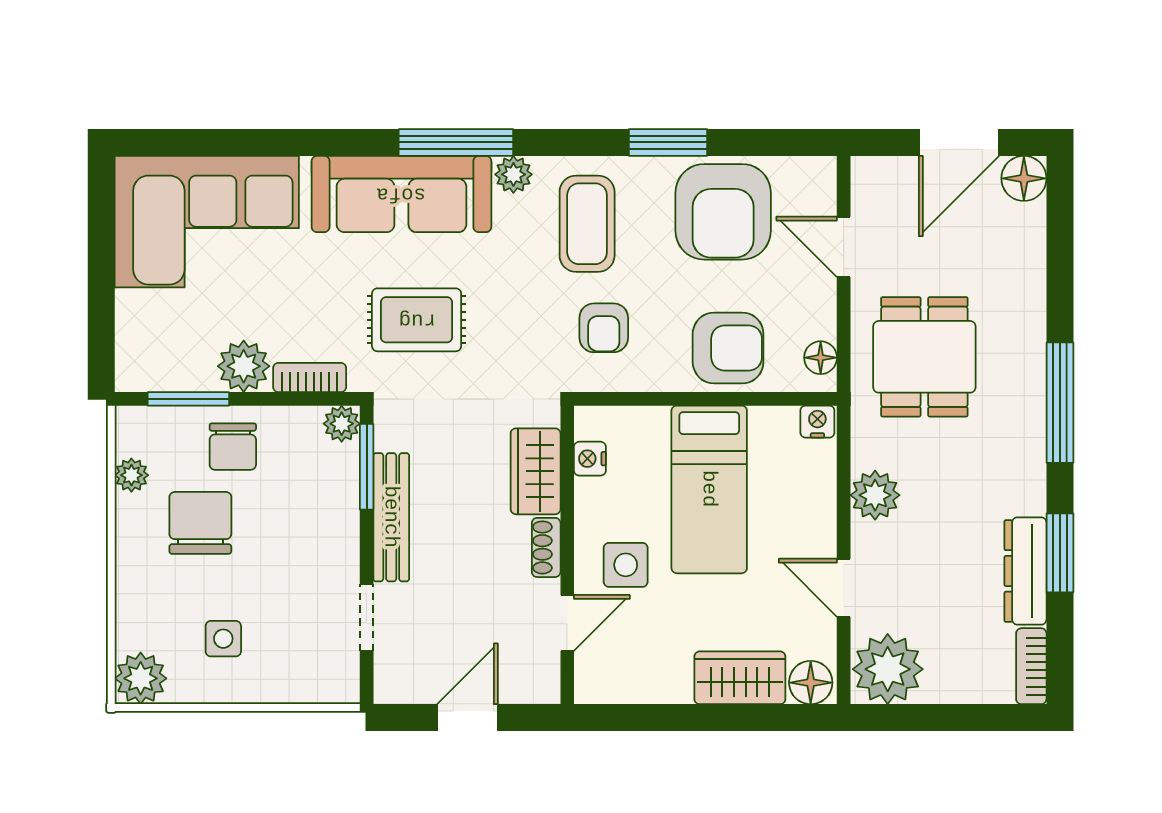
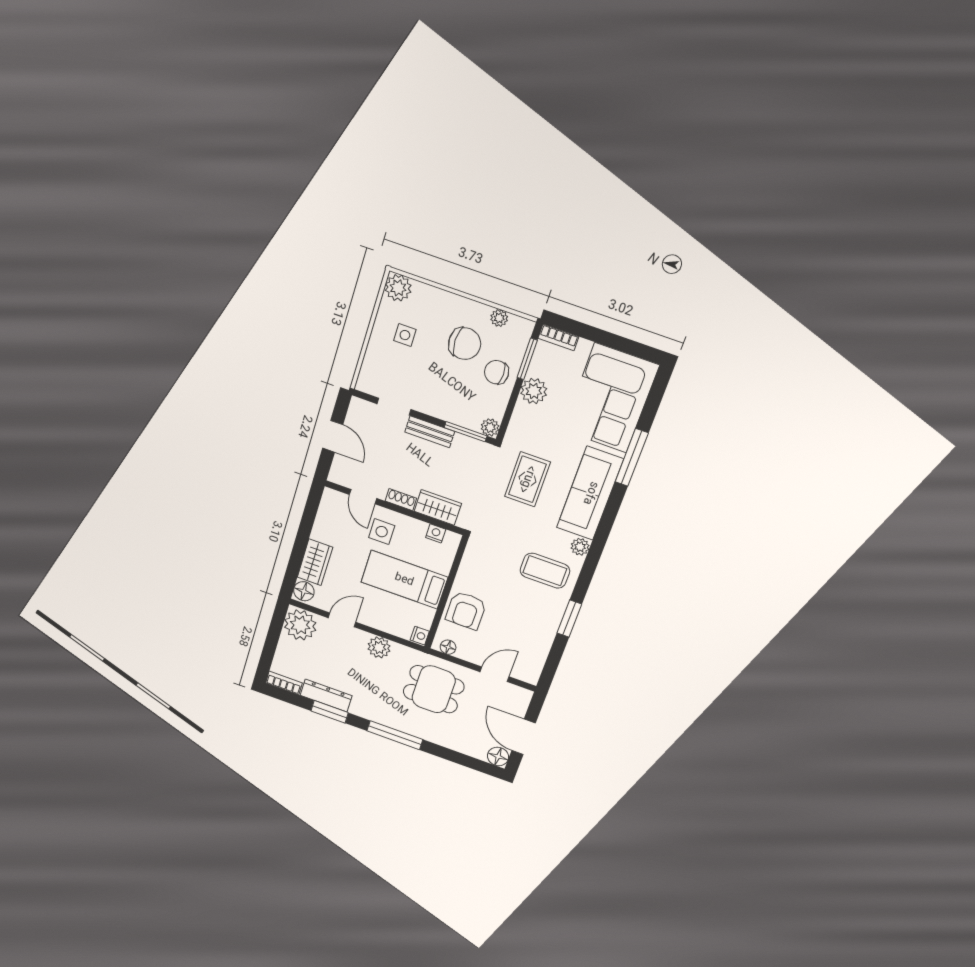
window: (456, 142) -> (632, 457), moved
armchair: (723, 212) -> (529, 630), removed
armchair: (604, 328) -> (494, 561), removed
bookcase: (310, 378) -> (558, 337), moved, turned 90
bench: (391, 517) -> (430, 432), width x0.73

